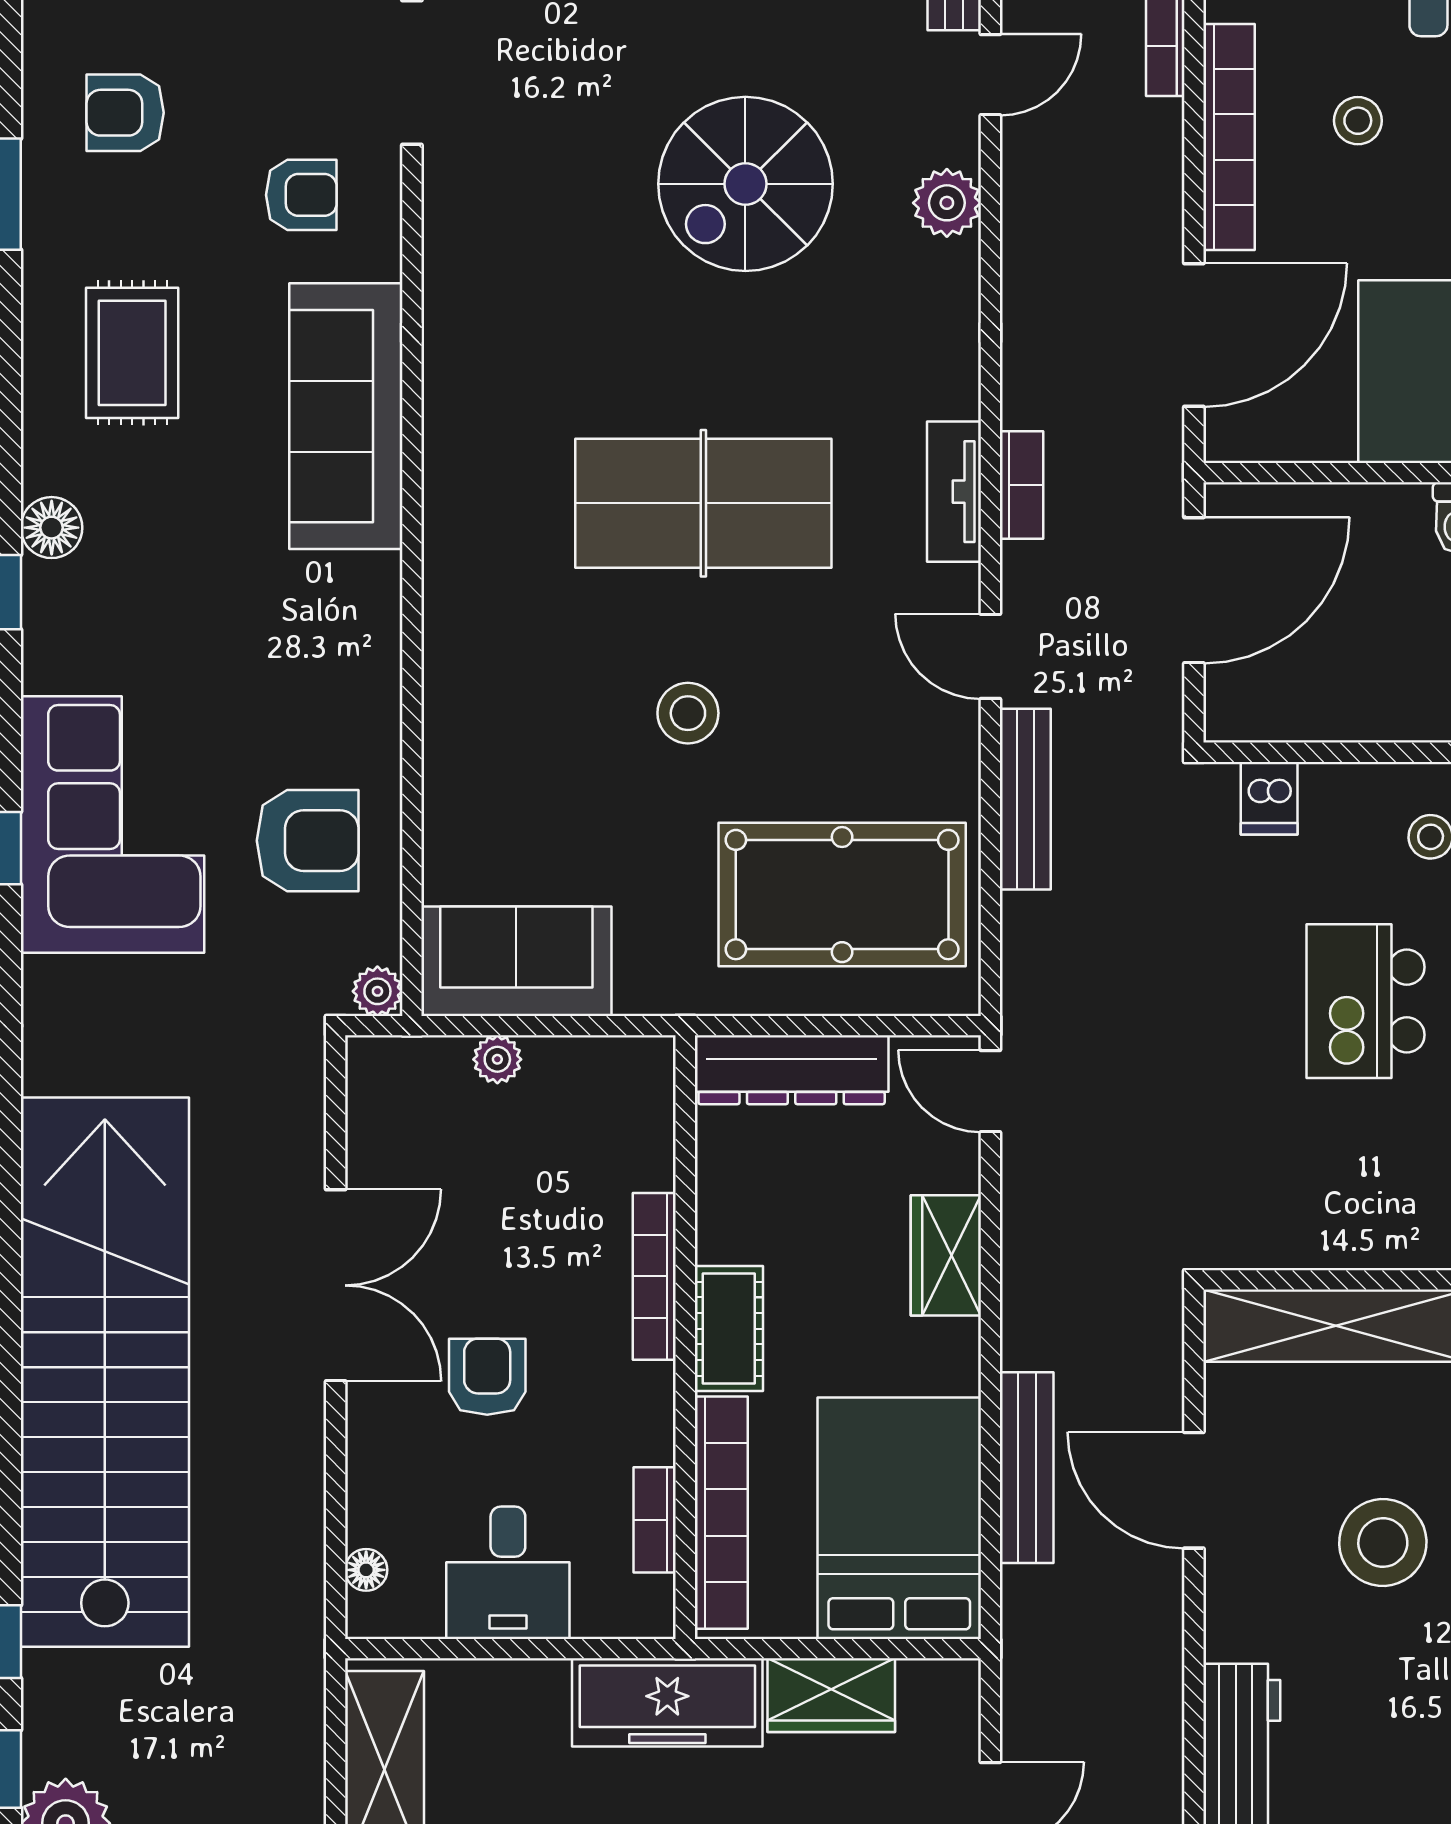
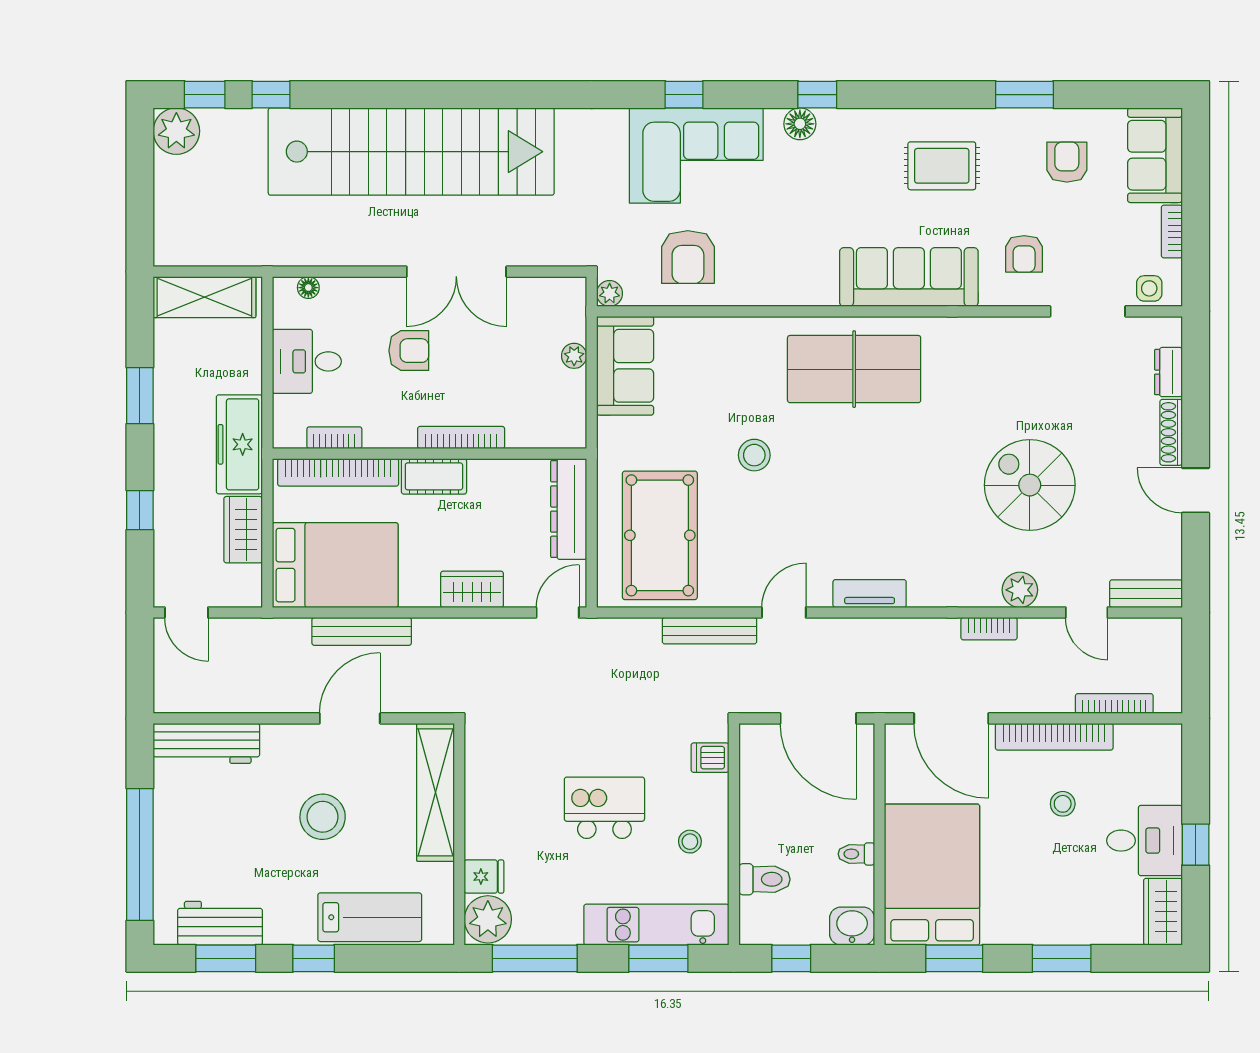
bookcase: (1022, 485) -> (989, 629), moved
table tennis table: (703, 503) -> (854, 369), moved, turned 90
floor lamp: (52, 528) -> (800, 124), moved

